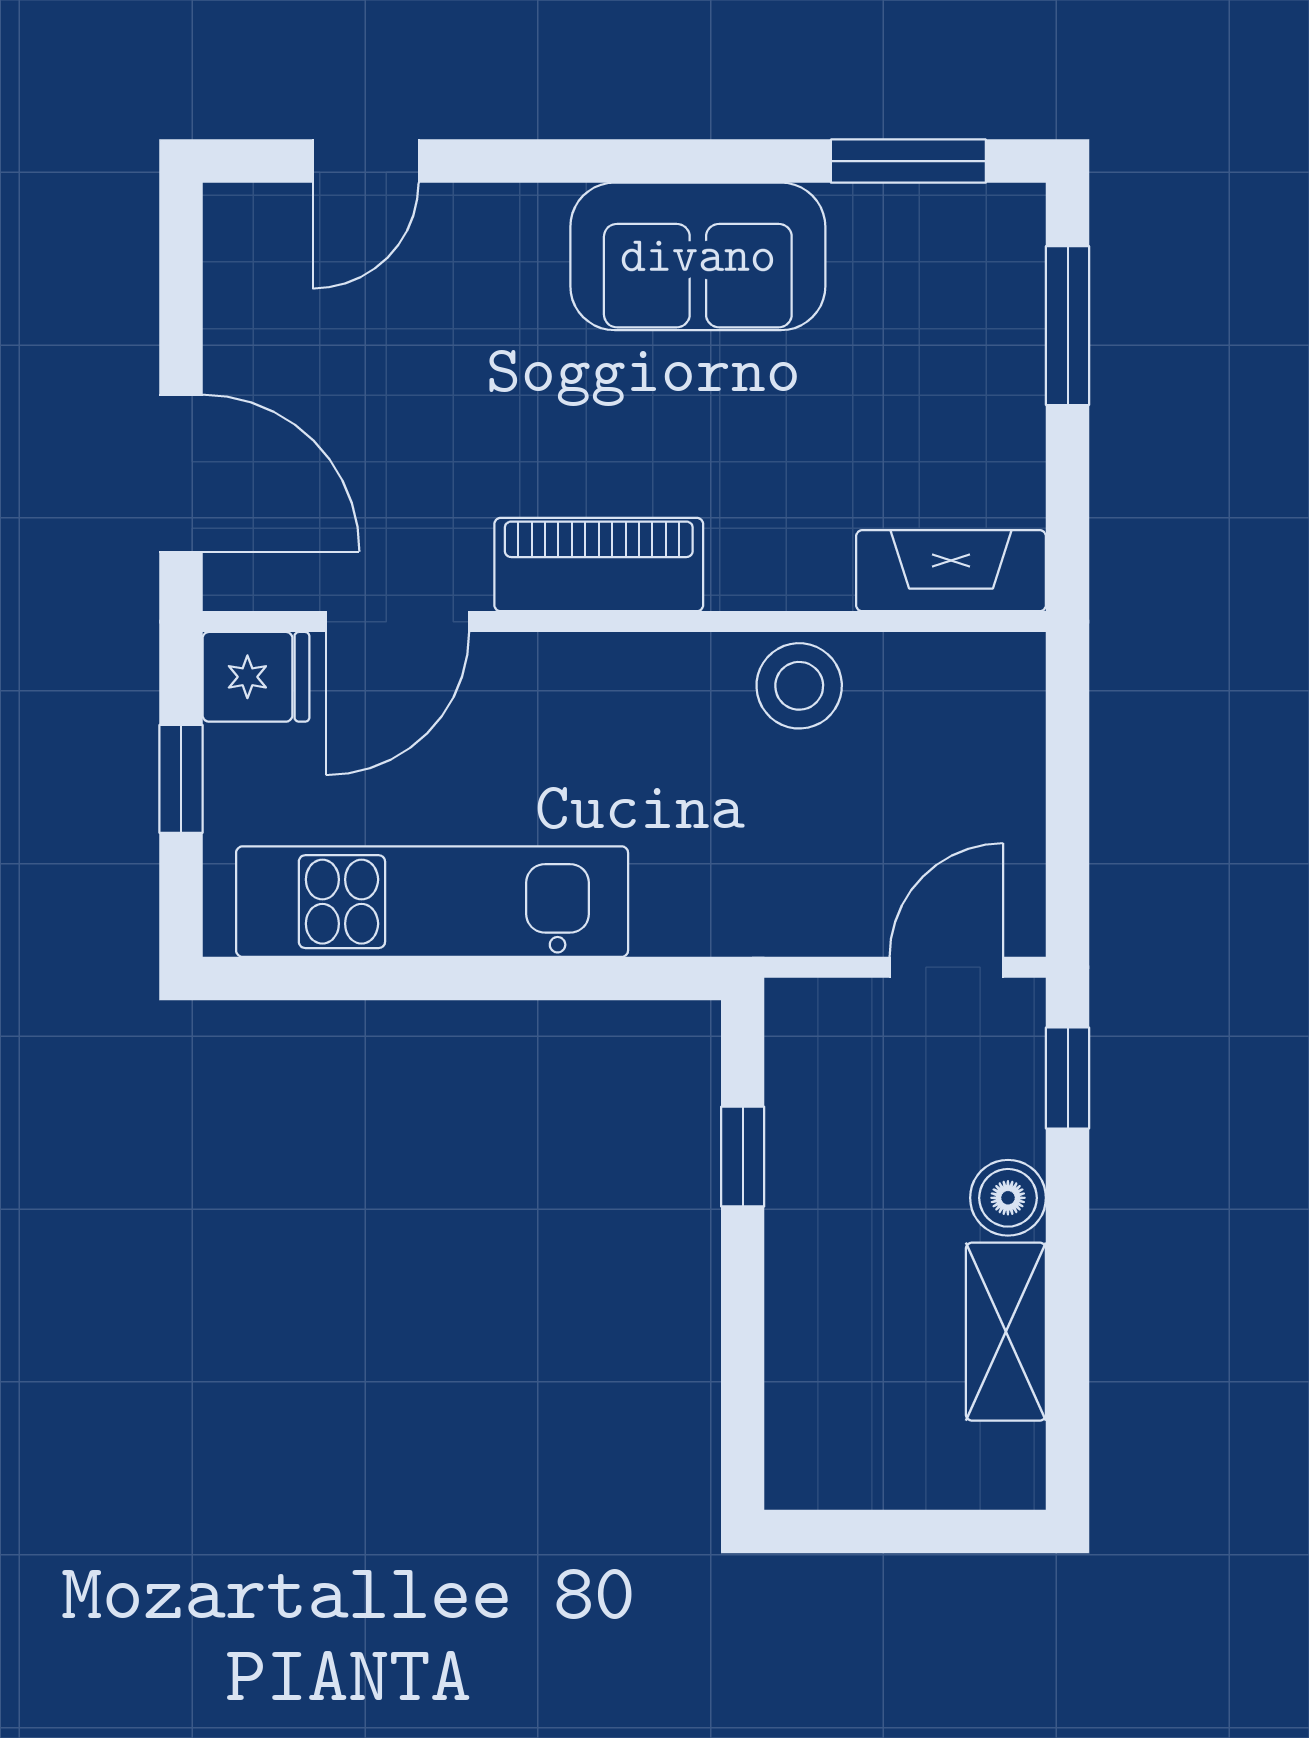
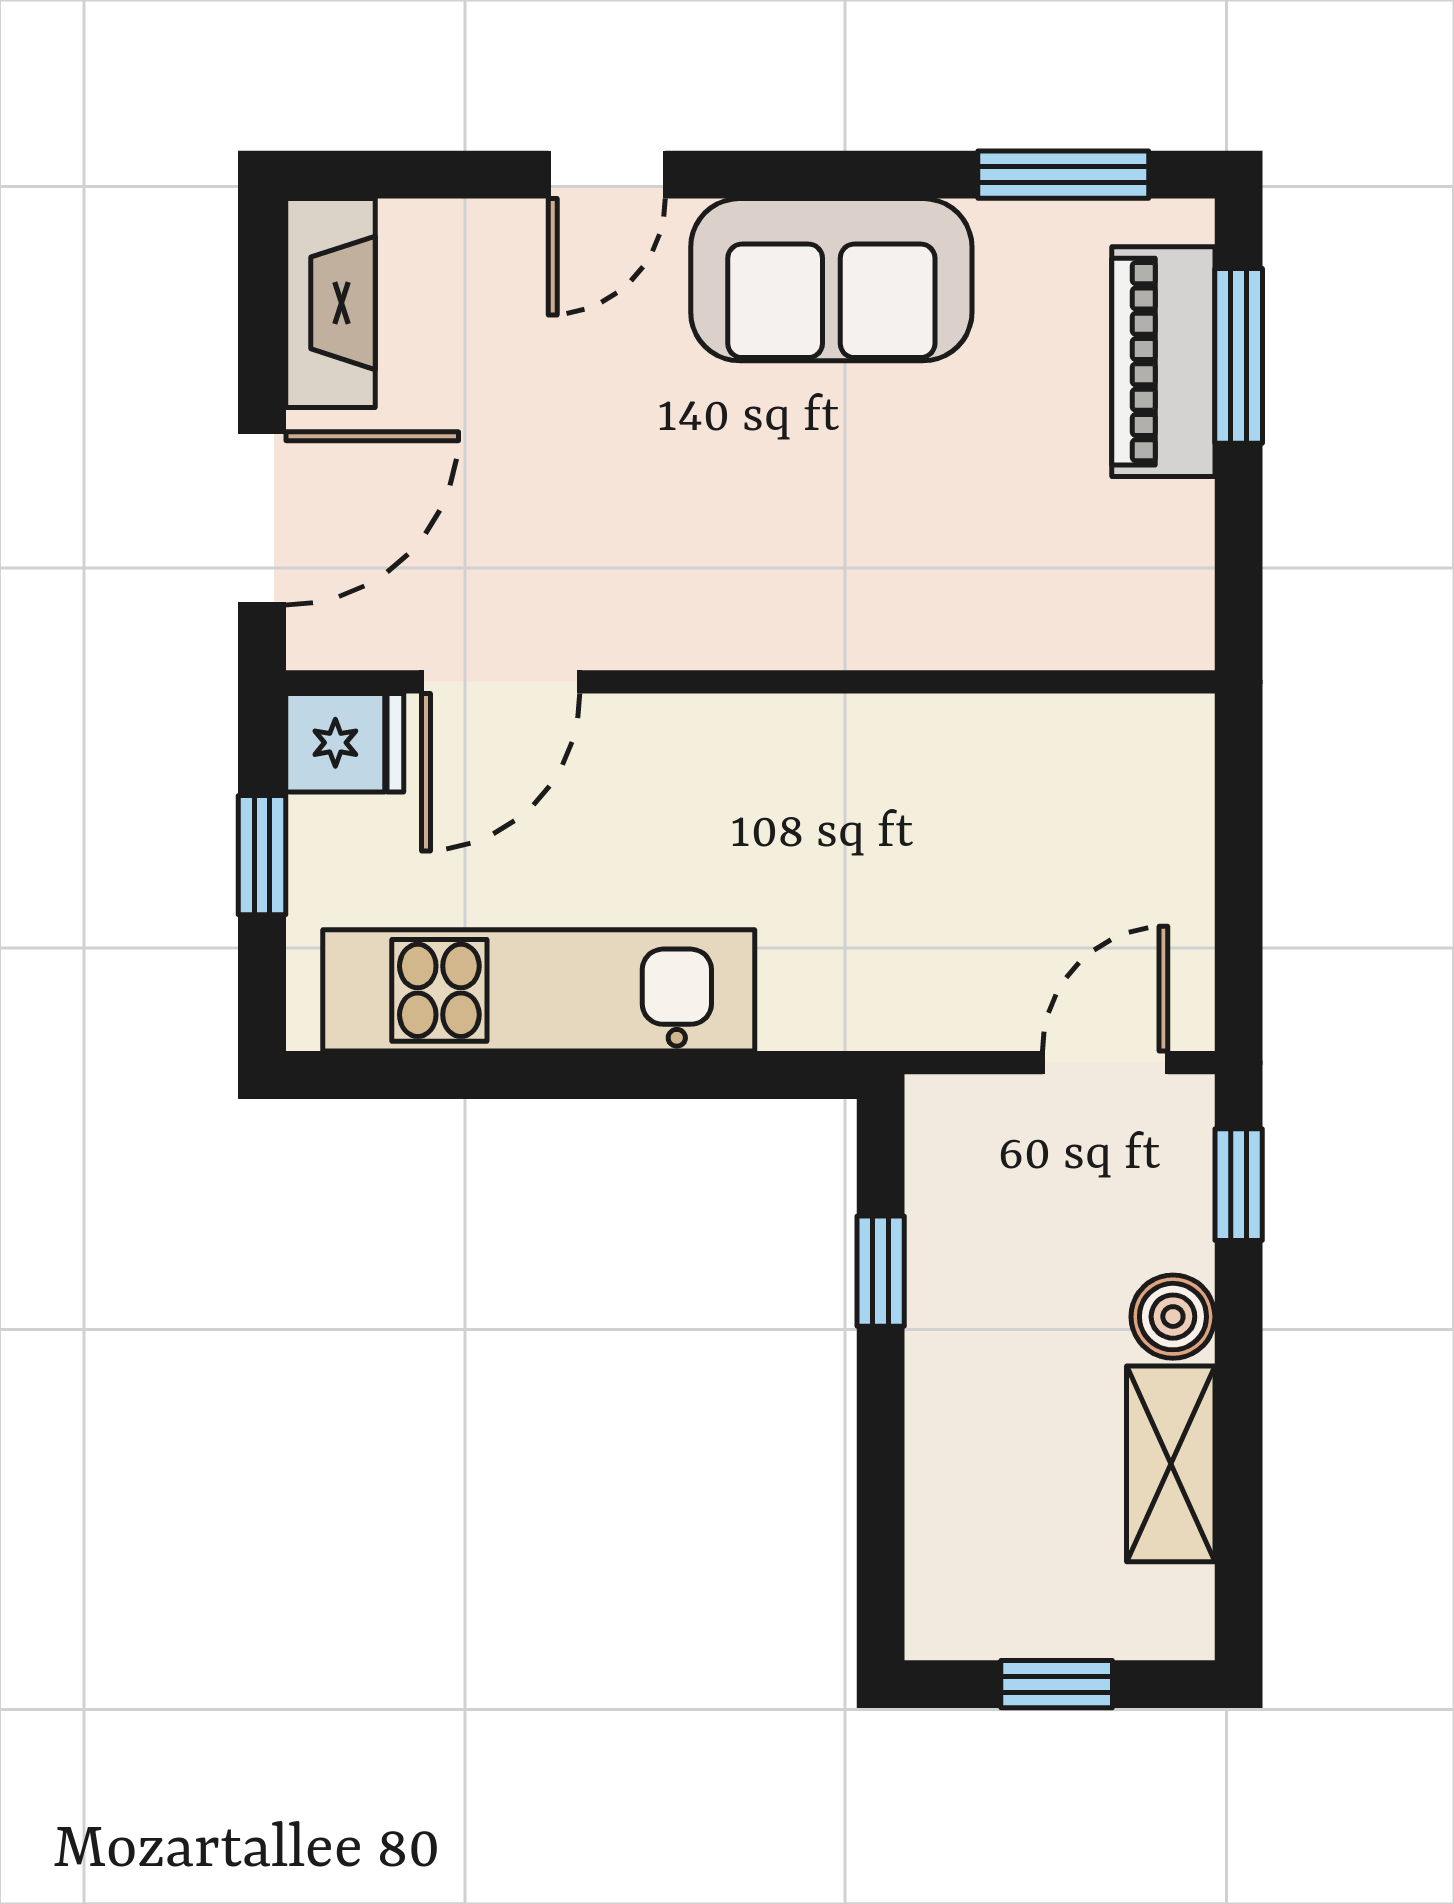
door: (366, 161) -> (607, 175), moved
door: (181, 473) -> (262, 518), hinge flipped
piano: (599, 565) -> (1163, 362), moved, turned -90
fireplace: (951, 571) -> (330, 303), moved, turned 90
stool: (799, 686) -> (943, 753), removed
window: (902, 1531) -> (1057, 1684), added

